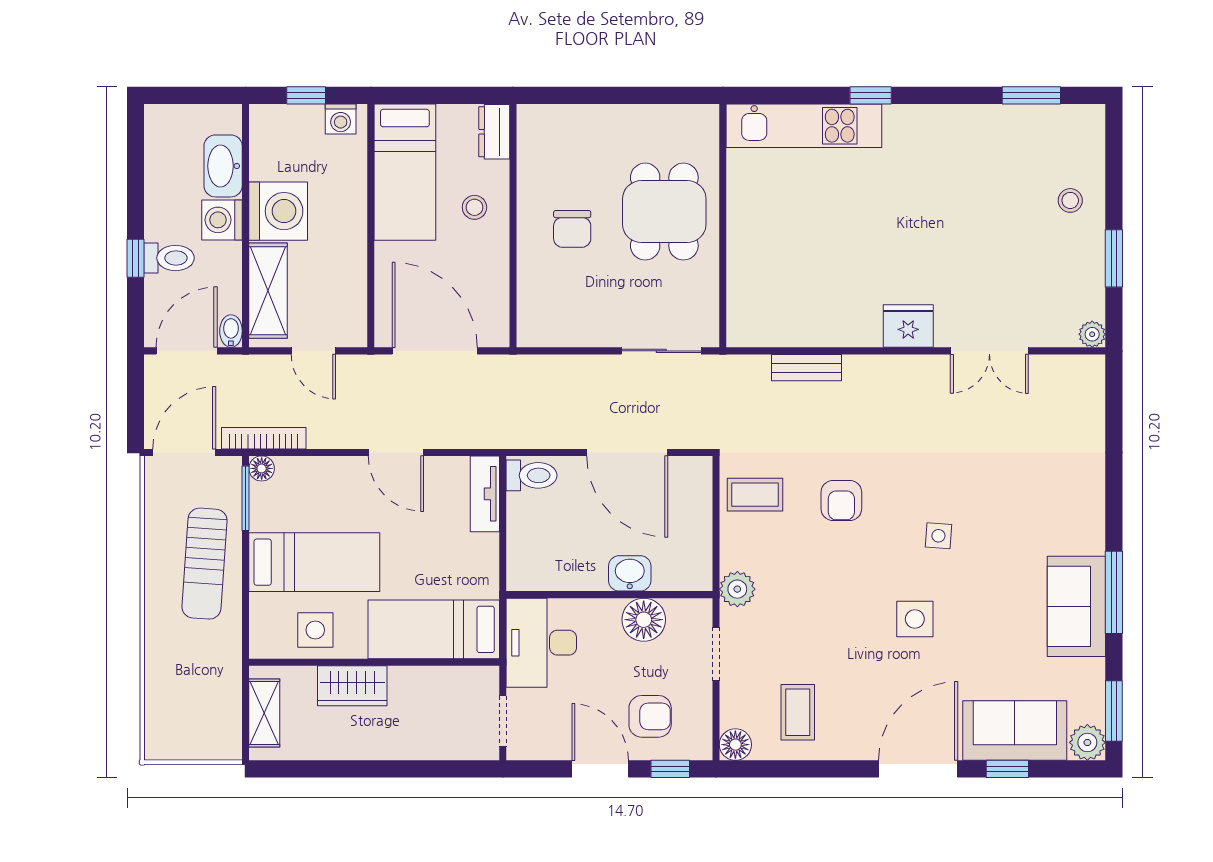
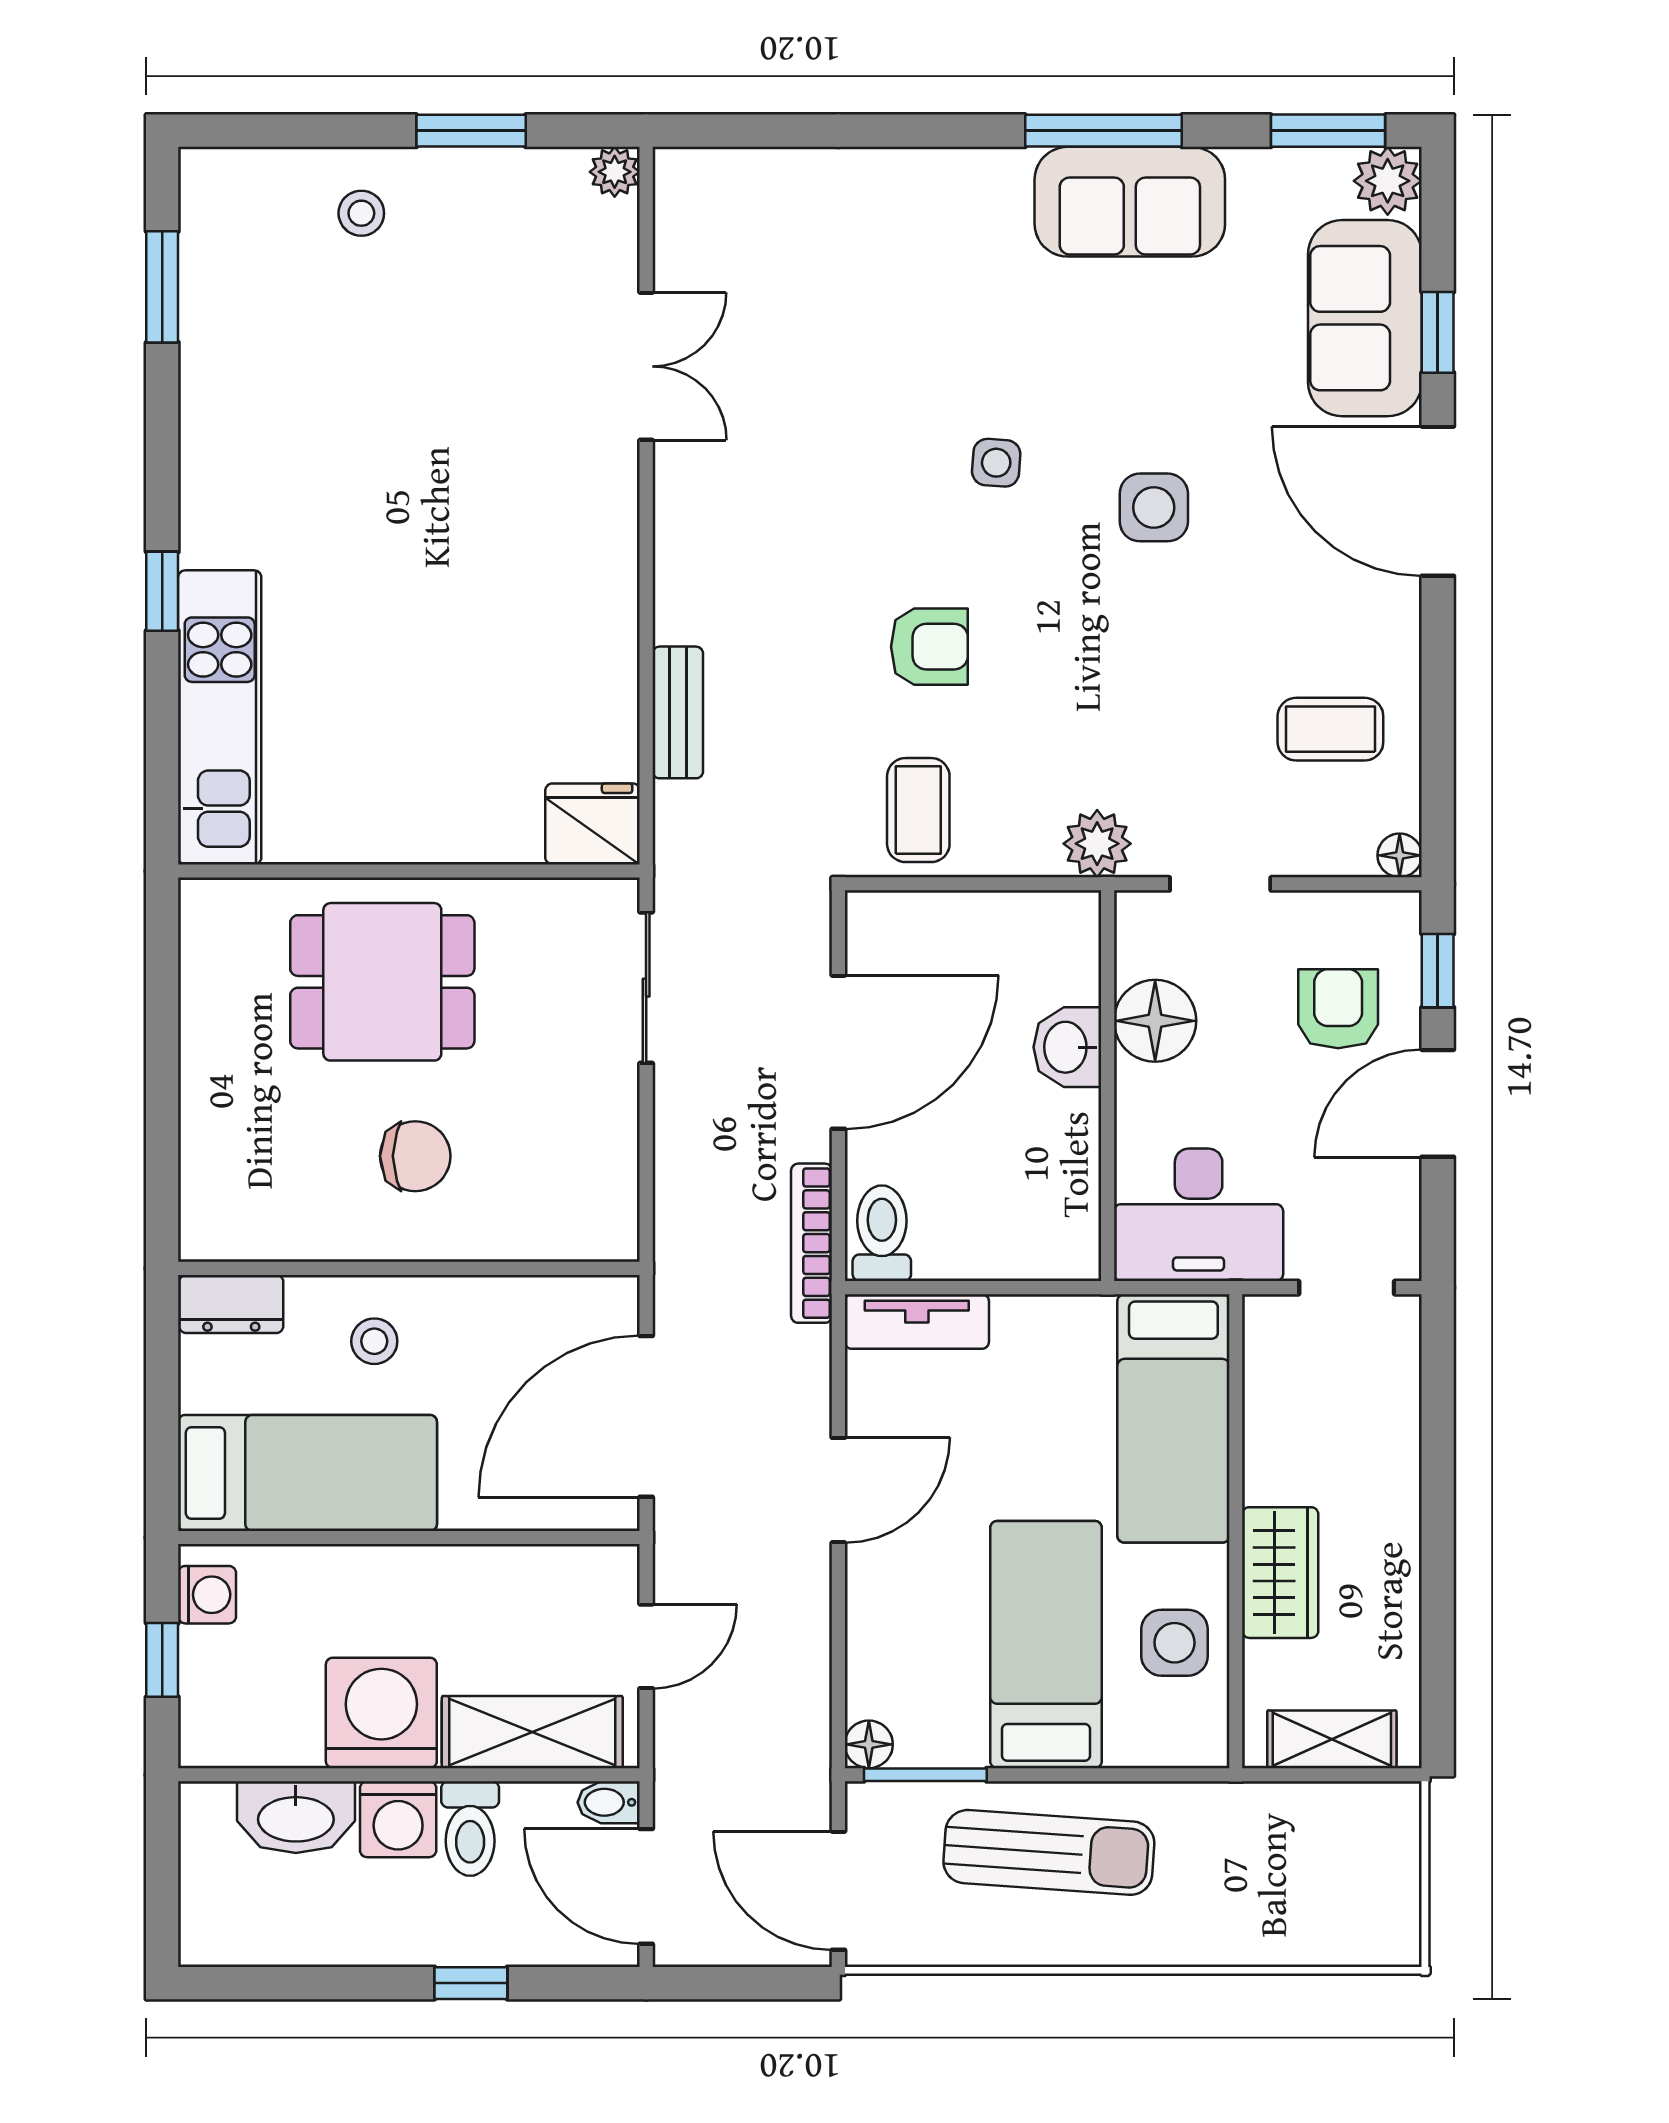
toilet: (169, 258) -> (470, 1829), moved, turned 180
fridge: (908, 326) -> (593, 824), moved, turned 90
bookcase: (264, 438) -> (812, 1243), moved
floor lamp: (735, 745) -> (1400, 855), width x0.73, depth x0.73

